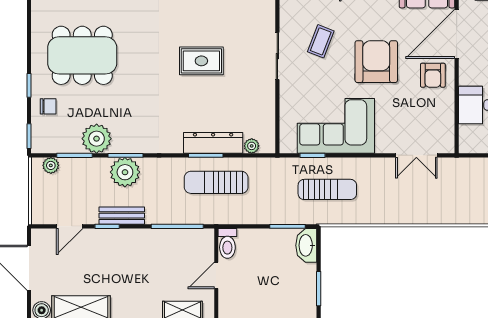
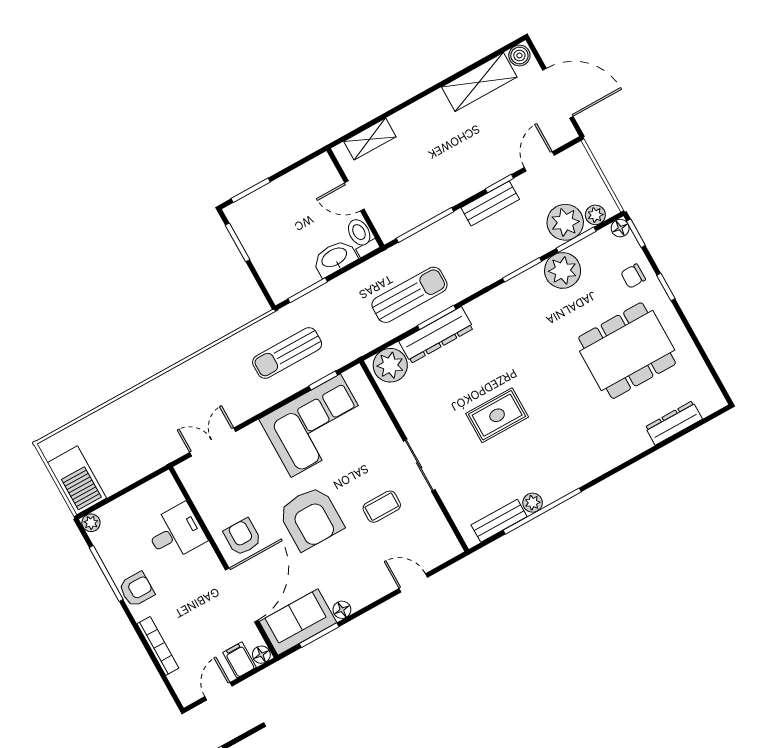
coffee table: (321, 41) -> (382, 507), turned 69
floor lamp: (38, 146) -> (620, 228), added
plant: (252, 146) -> (390, 365), width x1.88, depth x1.88
plant: (125, 172) -> (565, 222), moved
washbasin: (306, 245) -> (335, 258), moved, turned -90
door: (216, 275) -> (354, 196), swing flipped

